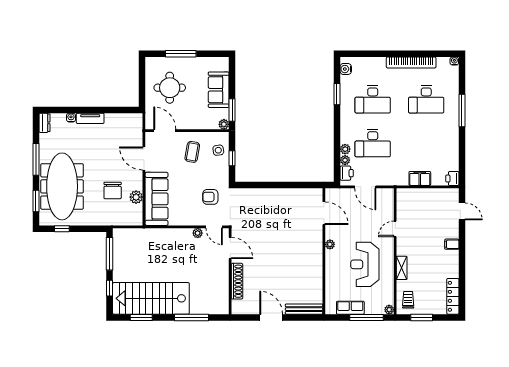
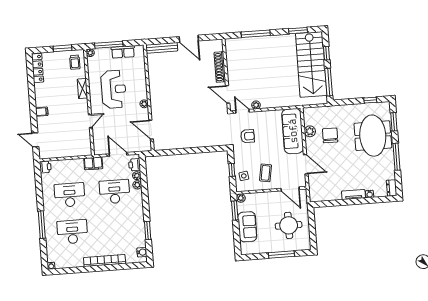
bookcase: (411, 62) -> (105, 260), moved
desk: (373, 99) -> (70, 195), moved
filing cabinet: (420, 178) -> (93, 163), moved
meeting table: (62, 186) -> (373, 136), width x0.73
stairs: (151, 298) -> (311, 64), moved, turned 90

